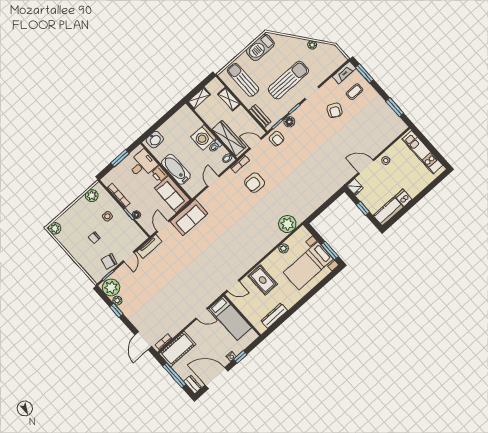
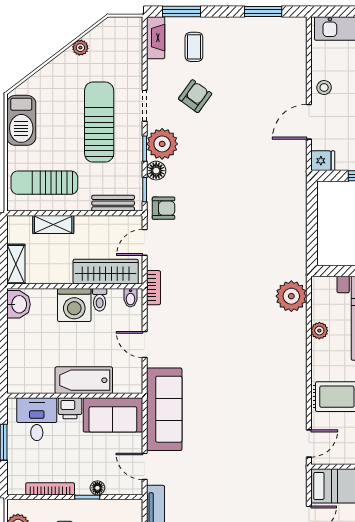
armchair: (334, 110) -> (195, 96), turned -80
plant: (303, 114) -> (162, 144), added
washbasin: (155, 140) -> (18, 304), moved
armchair: (255, 183) -> (196, 291), removed
sofa: (189, 217) -> (164, 409), width x1.36

